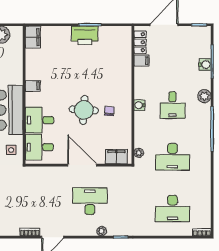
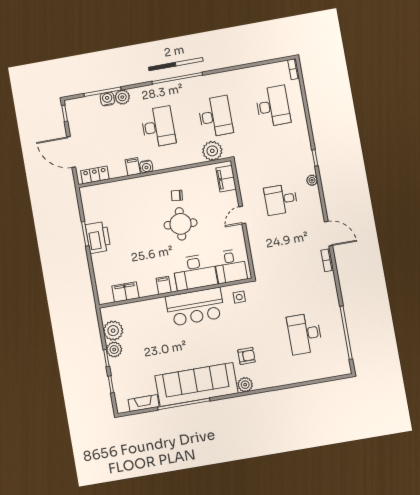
filing cabinet: (33, 37) -> (125, 292), moved
filing cabinet: (141, 61) -> (133, 167), moved
plant: (204, 96) -> (122, 97), moved
water cooler: (139, 105) -> (146, 167), moved
desk: (172, 105) -> (158, 127), width x1.37
desk: (40, 120) -> (195, 272), width x1.37
plant: (139, 153) -> (212, 151), width x1.88, depth x1.88
door: (82, 165) -> (242, 215), width x0.53
desk: (90, 201) -> (281, 199), width x0.73

